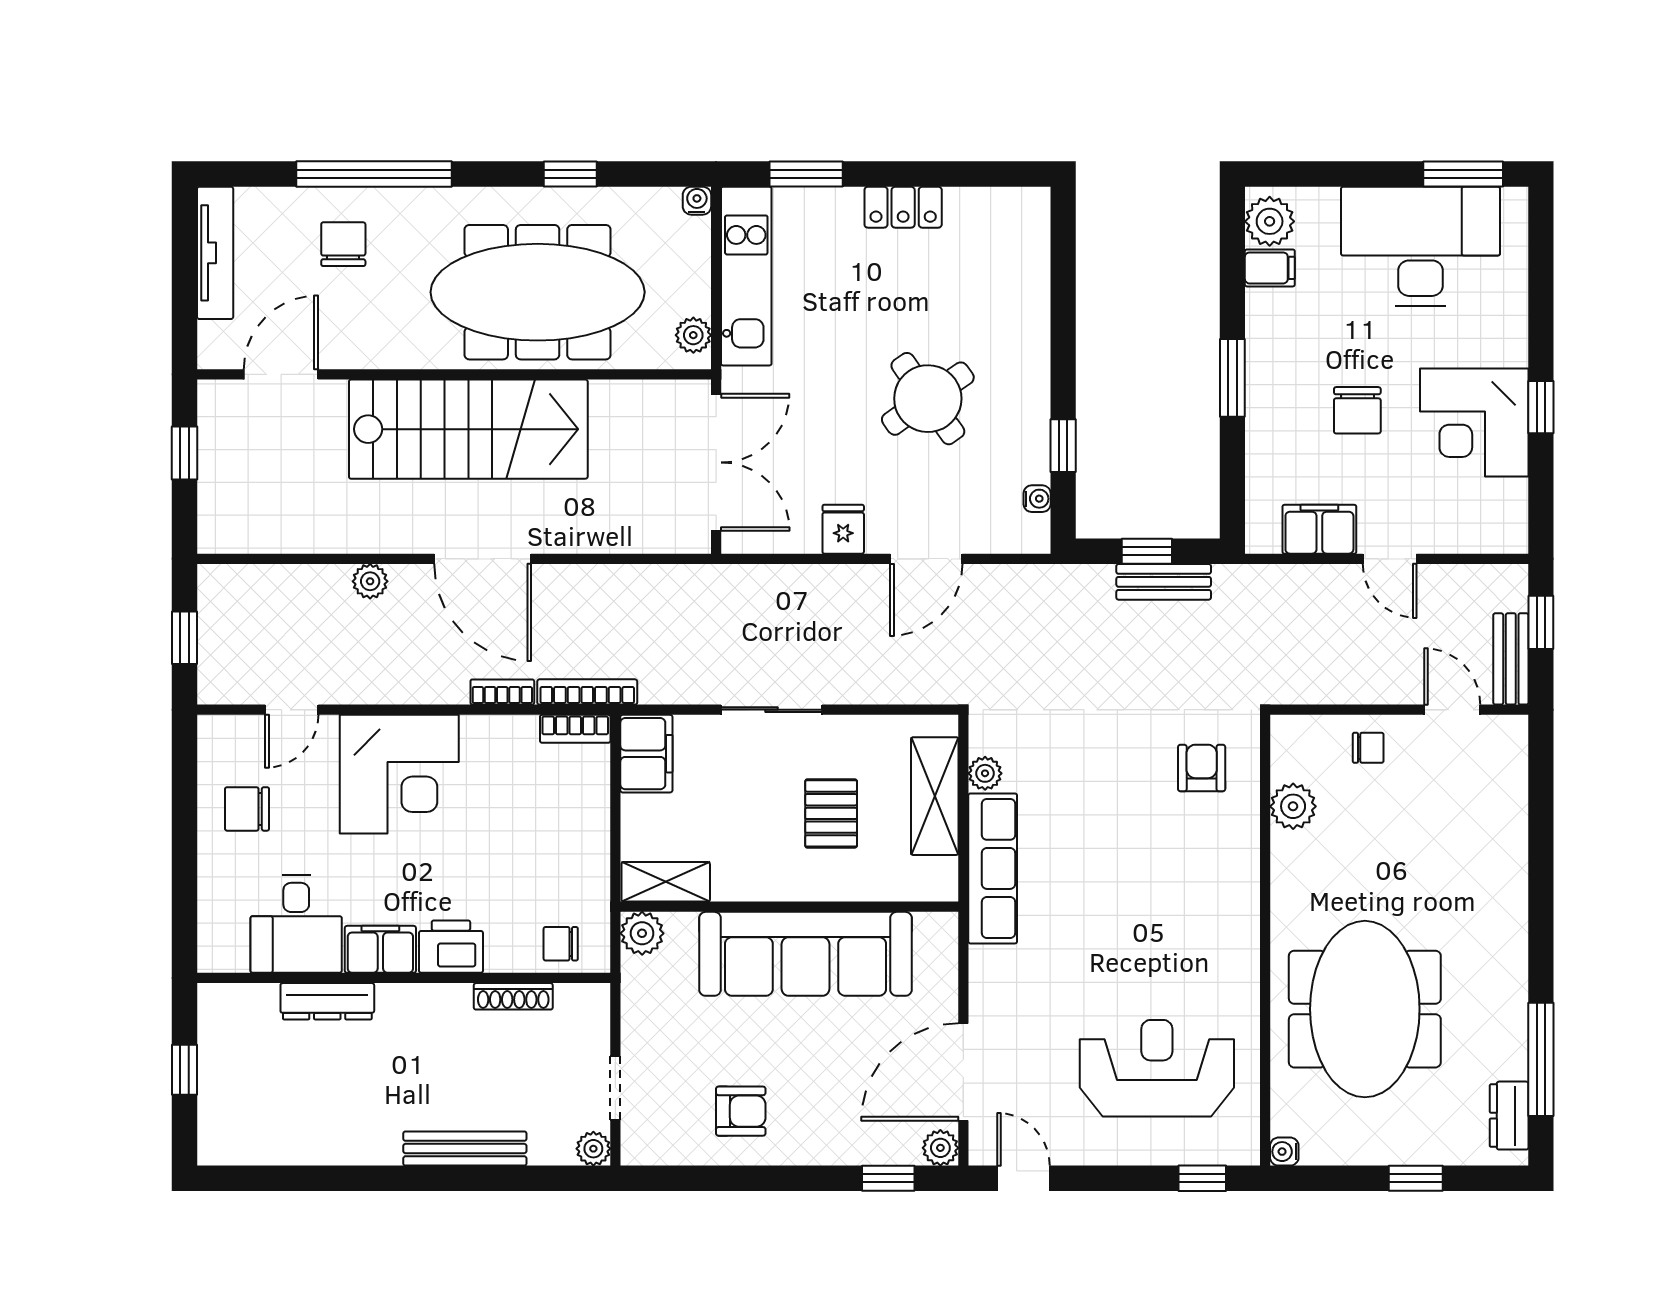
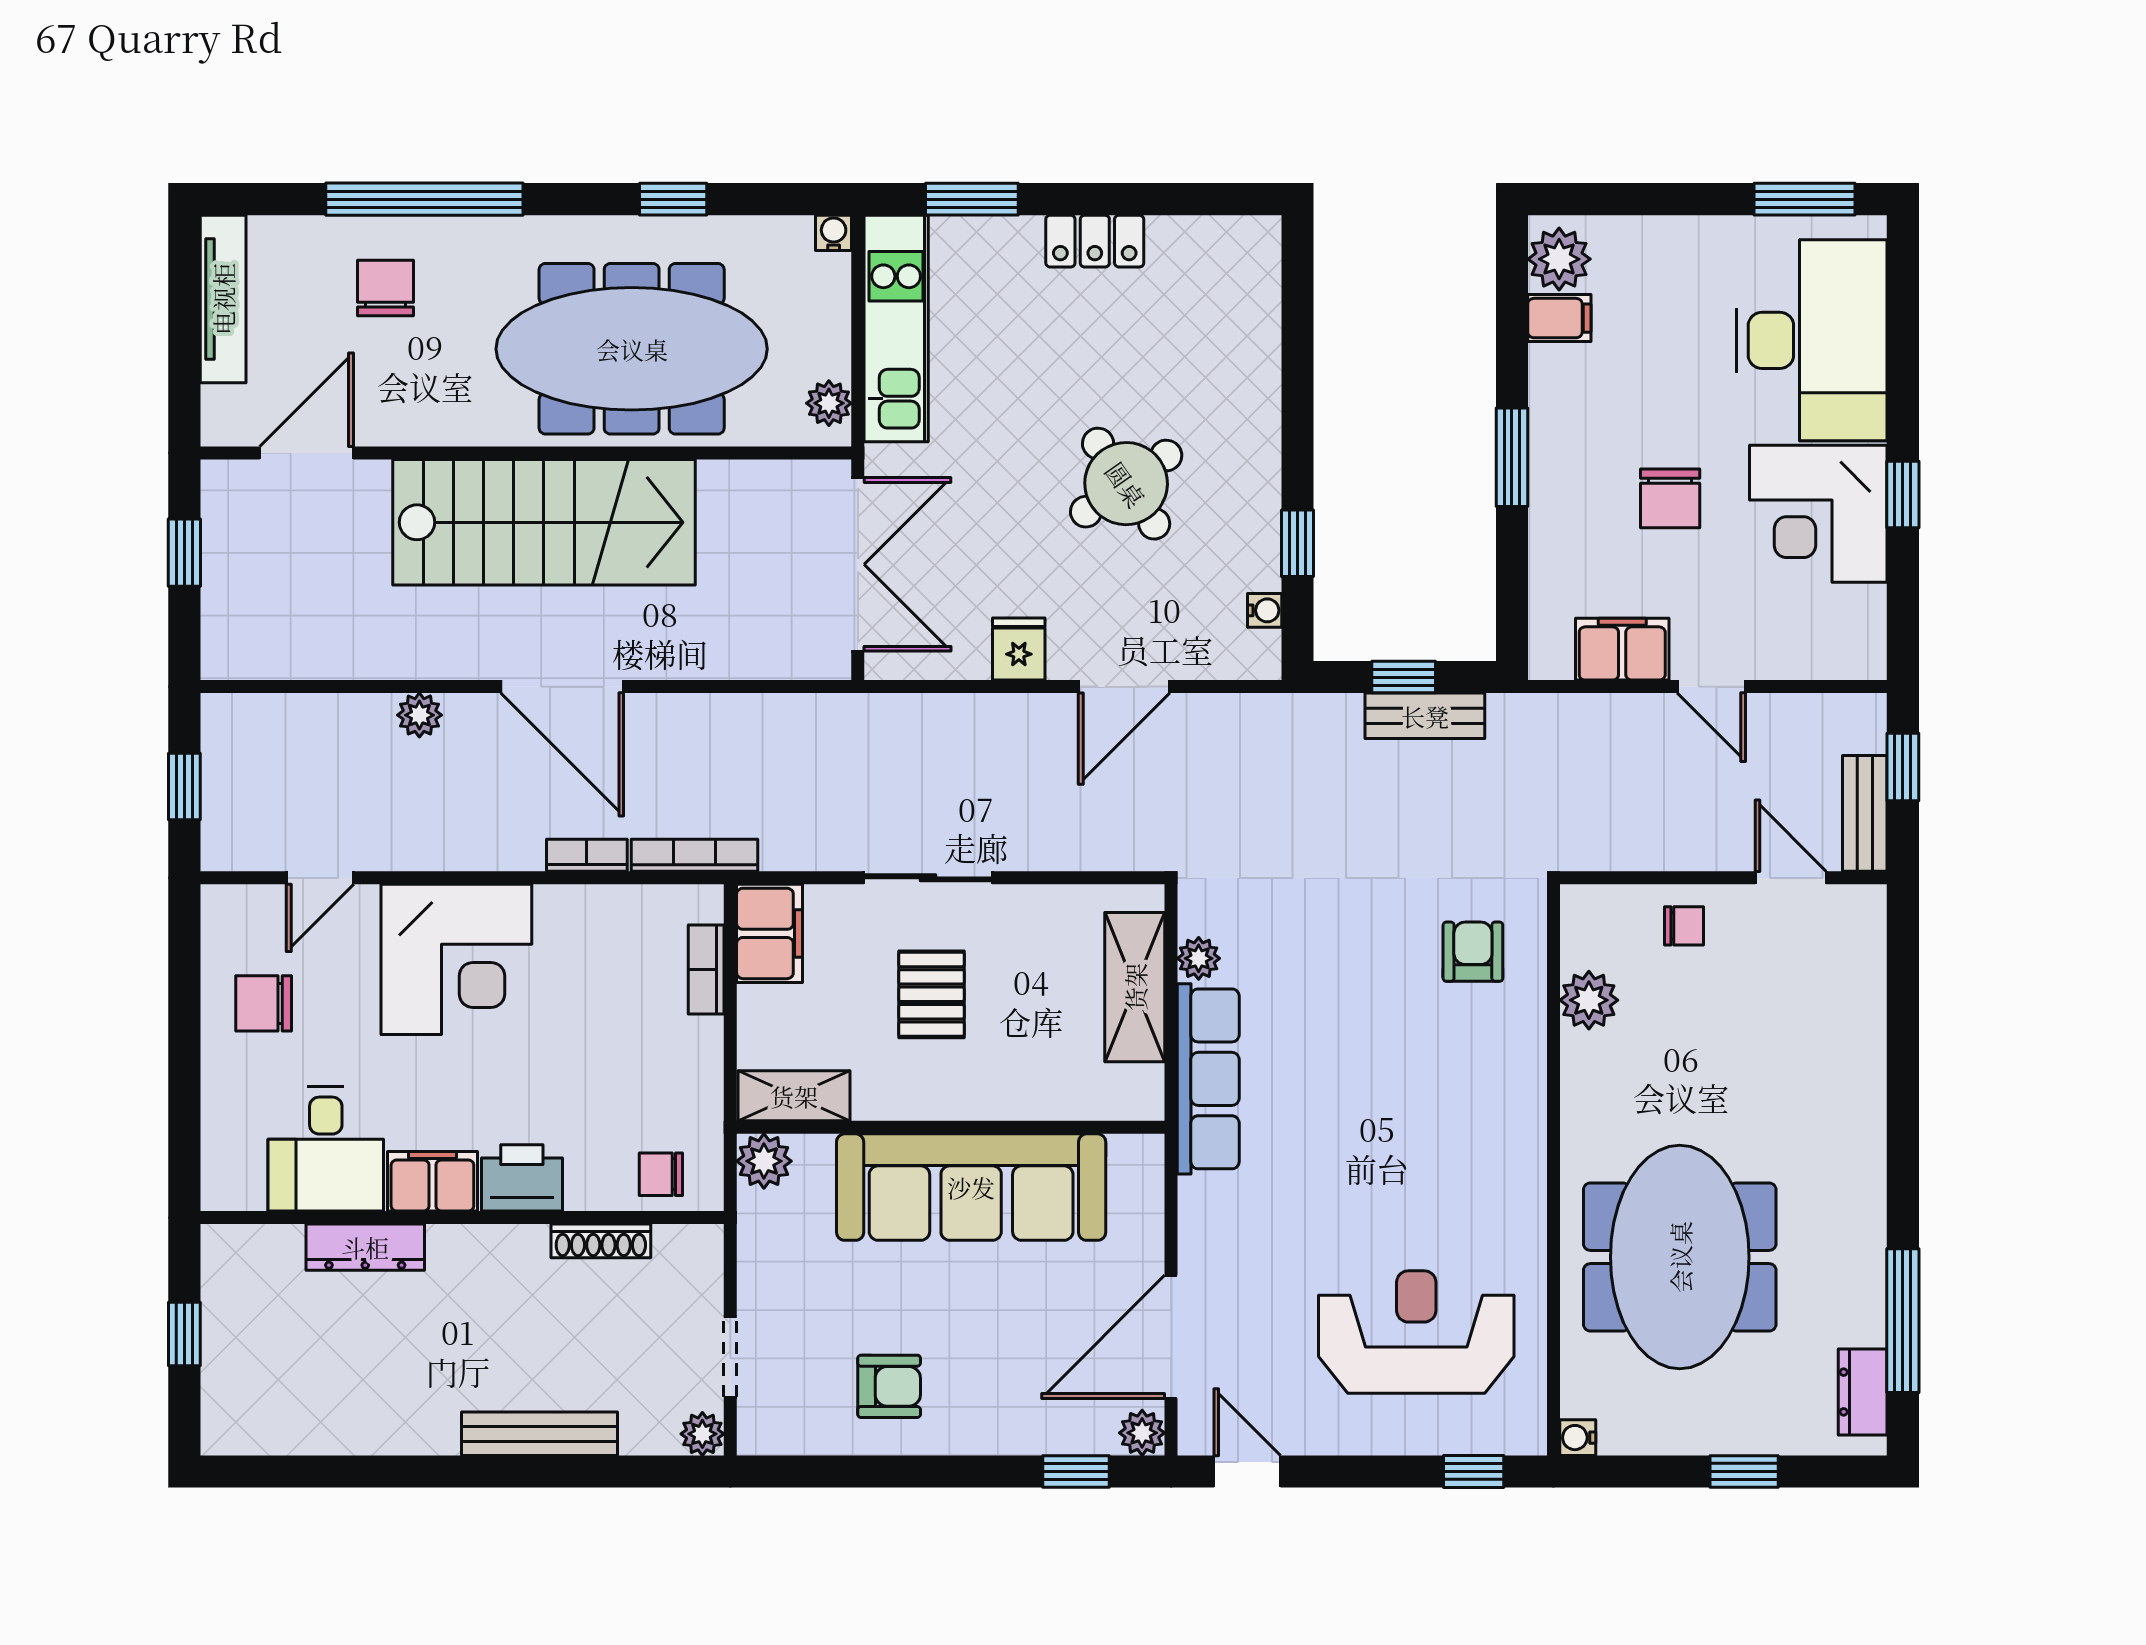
desk: (1421, 246) -> (1812, 340), moved, turned 90
bookcase: (575, 729) -> (706, 969), moved, turned 90
pallet: (831, 813) -> (931, 994), moved

